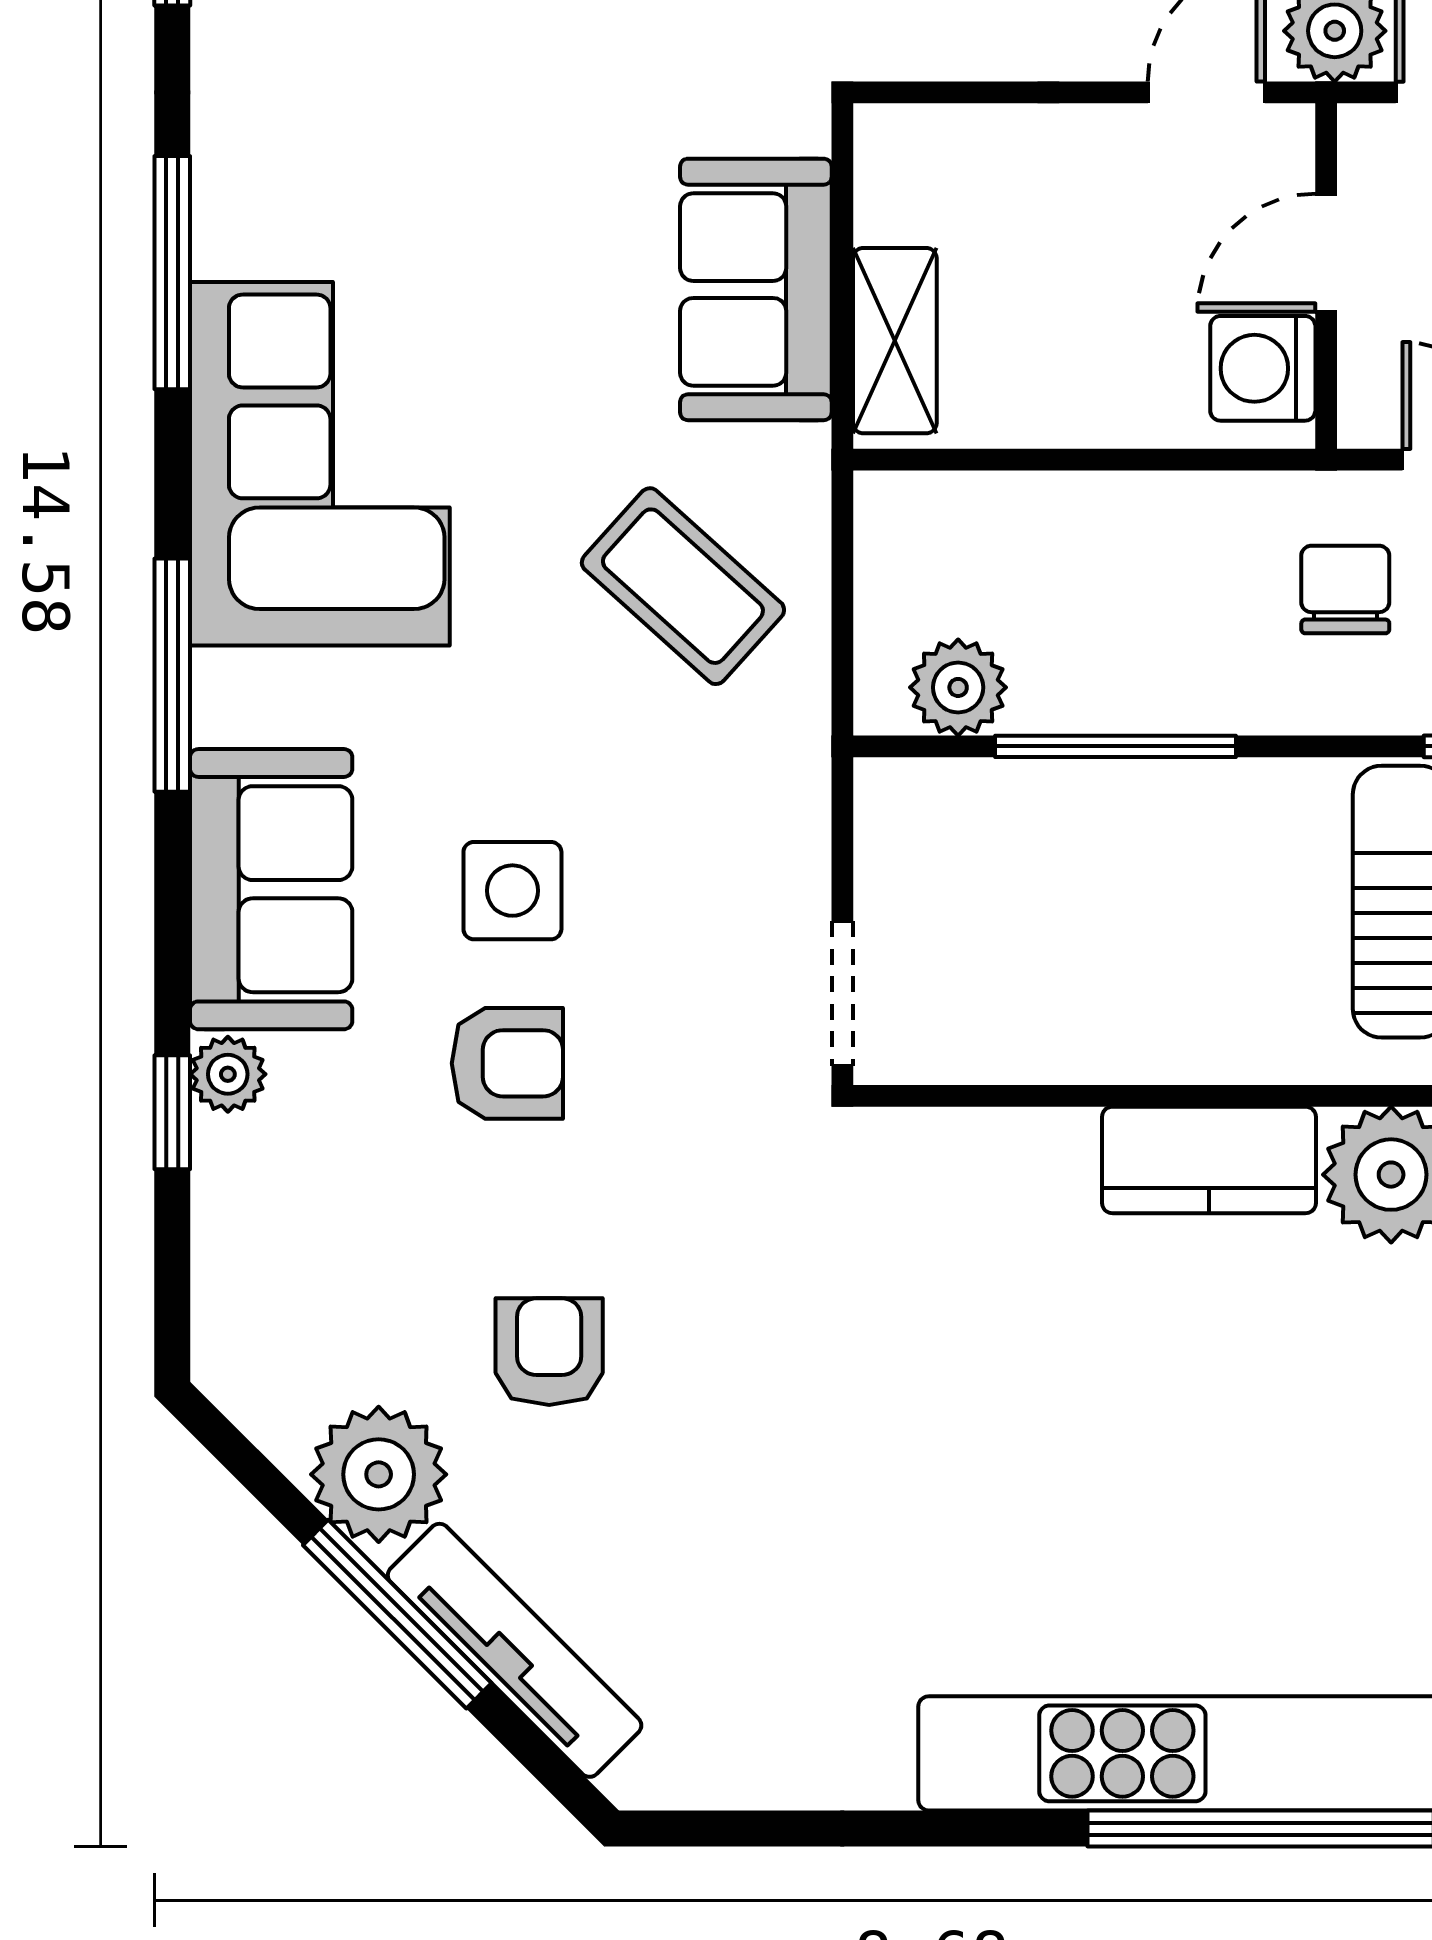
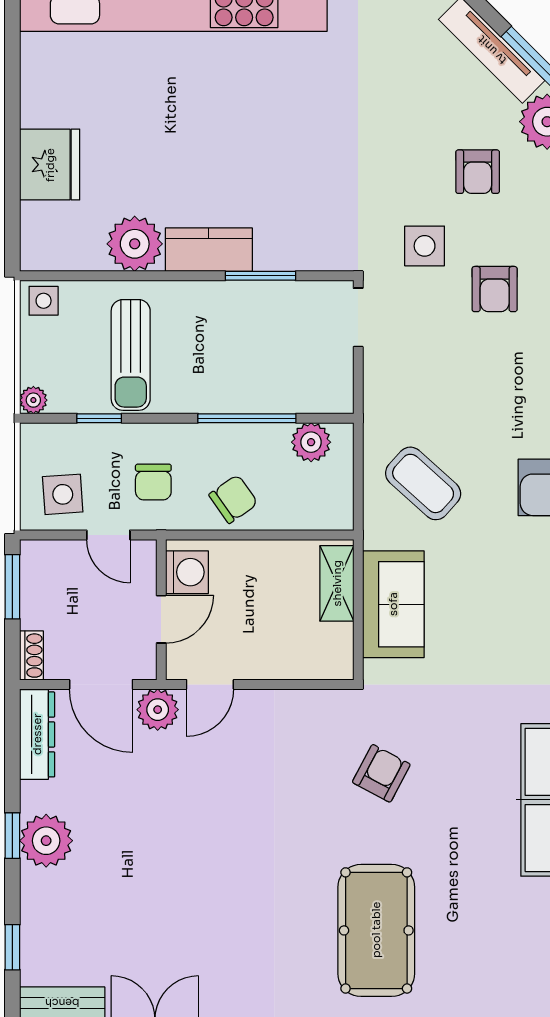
chair: (1149, 548) -> (233, 499), added
side table: (512, 891) -> (425, 246), moved
armchair: (507, 1063) -> (495, 289), turned -90
window: (1082, 1096) -> (260, 276), added

